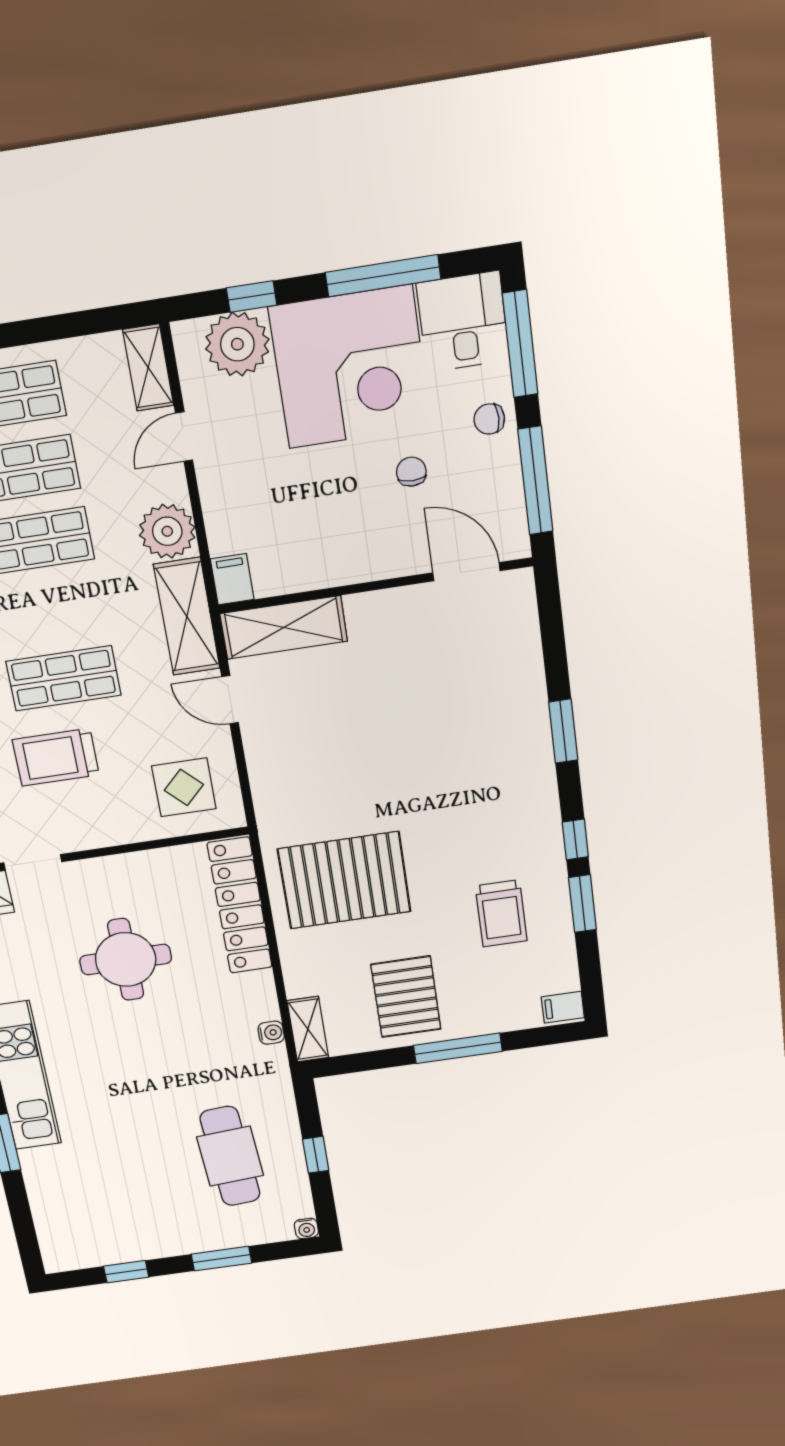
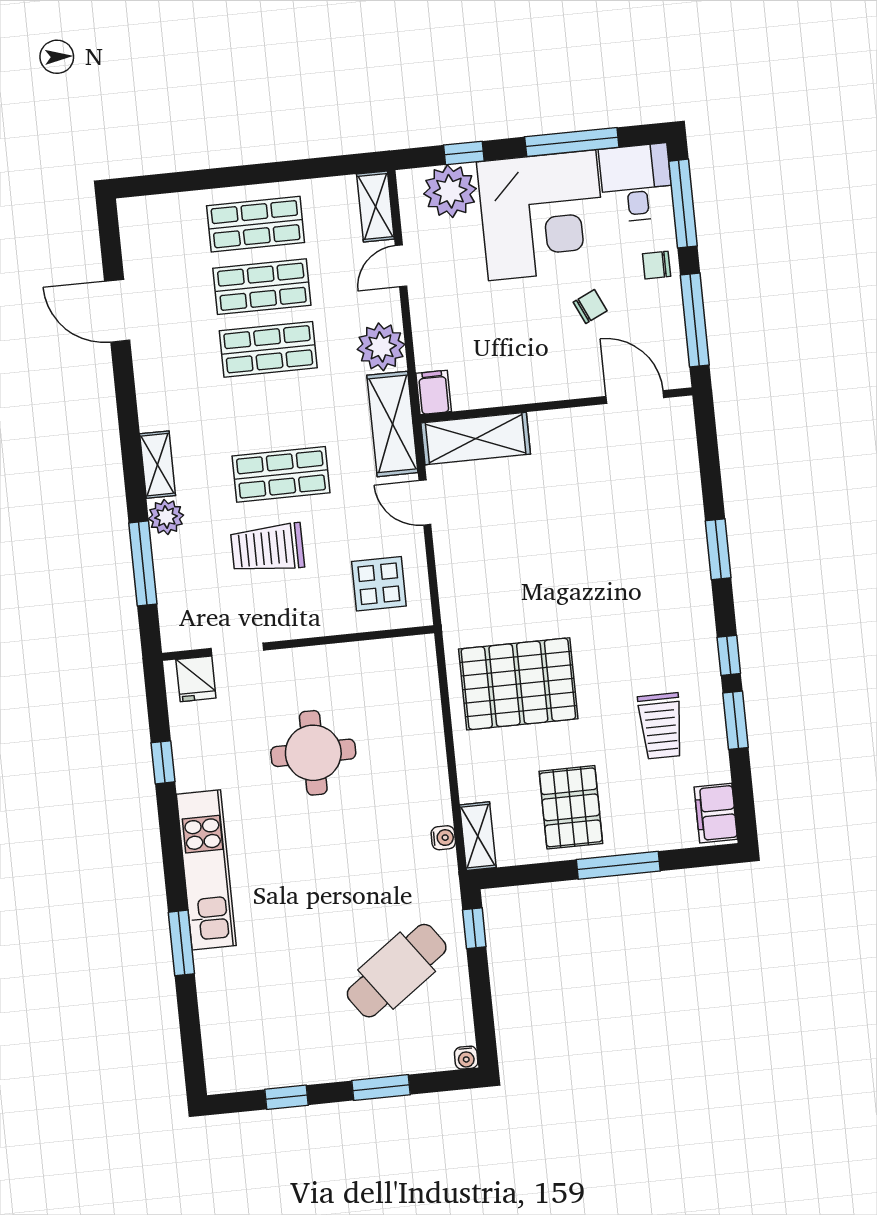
chair: (411, 472) -> (590, 306), turned 65
locker: (240, 906) -> (422, 704), removed
filing cabinet: (563, 1007) -> (716, 813), width x2.00
window: (316, 1155) -> (474, 928), moved
cafe table: (230, 1156) -> (397, 971), turned 58

